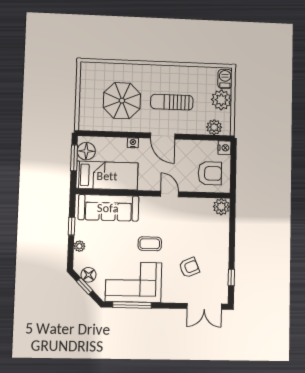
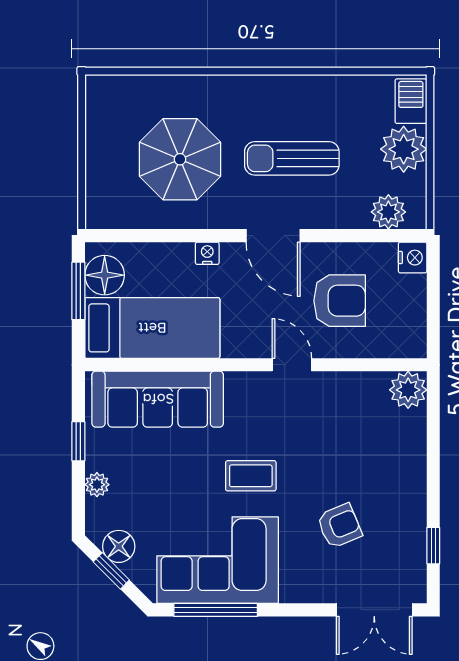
armchair: (210, 173) -> (340, 301), moved

